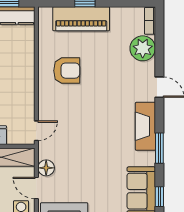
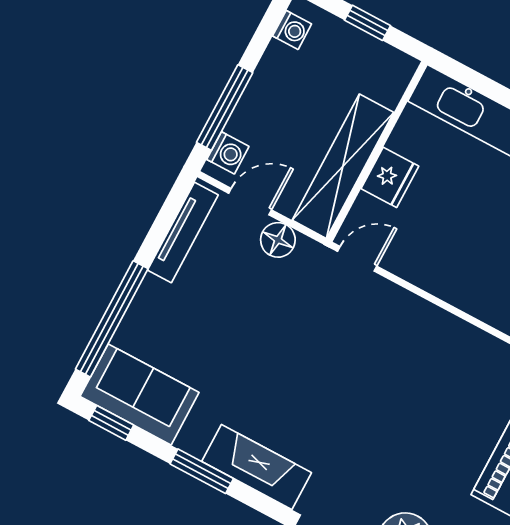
armchair: (67, 71) -> (439, 376), removed
door: (36, 131) -> (357, 259), swing flipped

